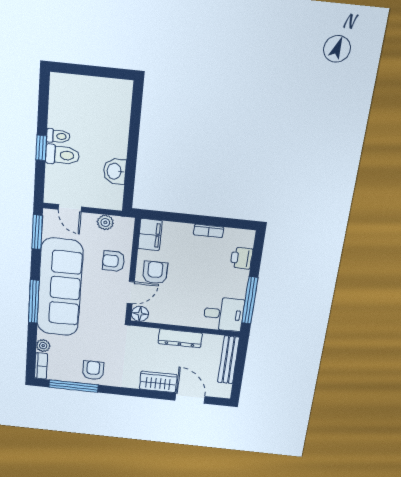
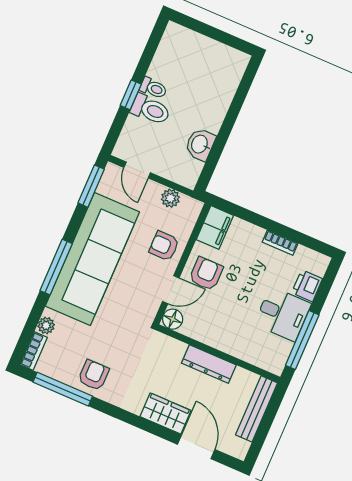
desk: (224, 314) -> (283, 314), moved

